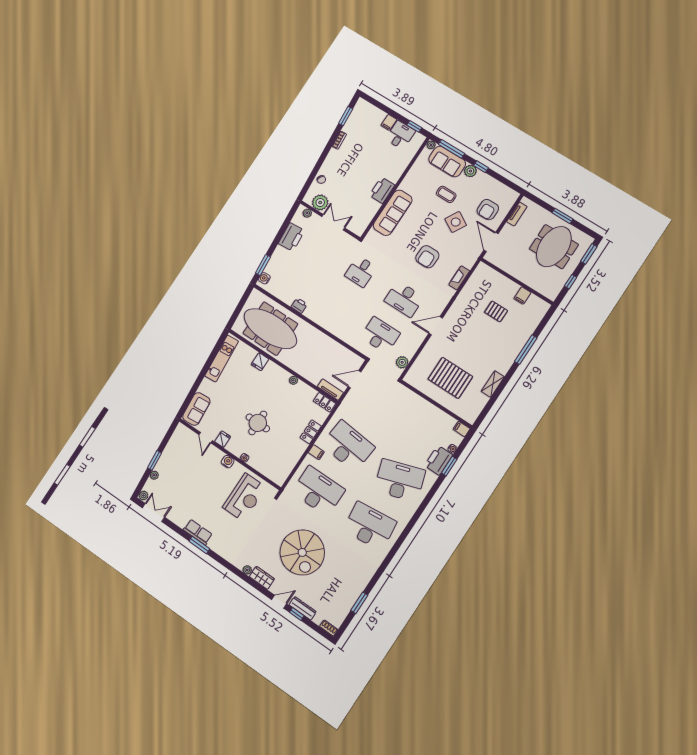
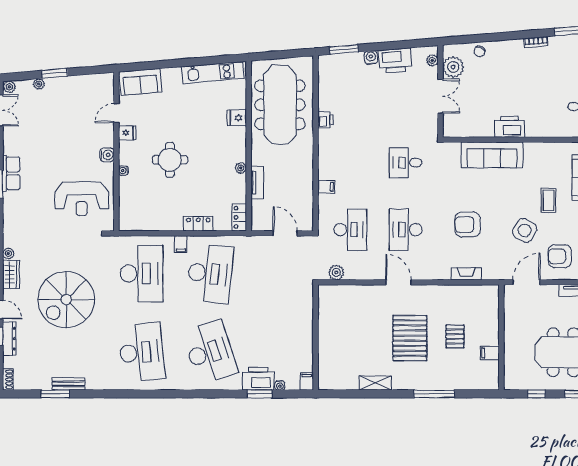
water cooler: (264, 278) -> (371, 58), moved
filing cabinet: (342, 333) -> (326, 187), added
pallet: (450, 378) -> (410, 338), moved
tv unit: (330, 390) -> (257, 183), moved
bench: (359, 589) -> (69, 384), added

